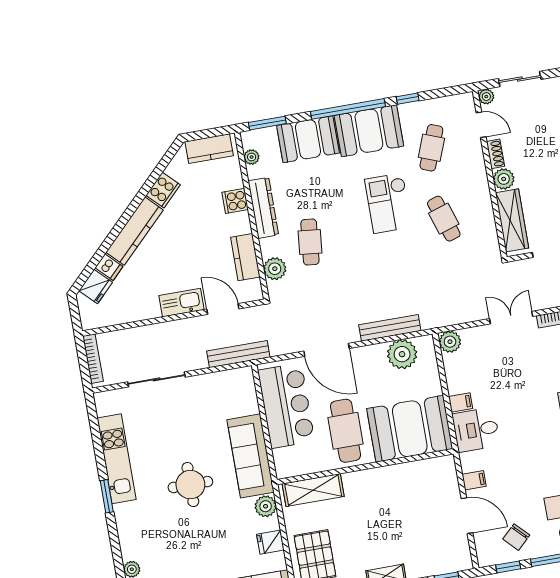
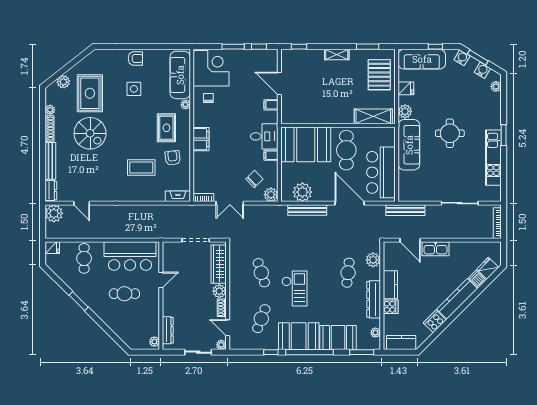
kitchen counter: (245, 257) -> (390, 285), moved
chair: (516, 537) -> (254, 179), moved

